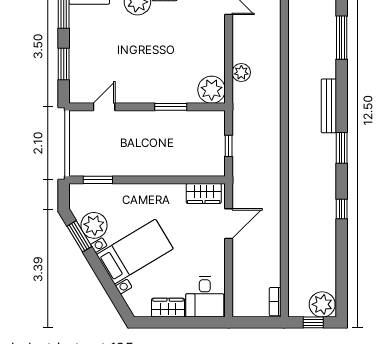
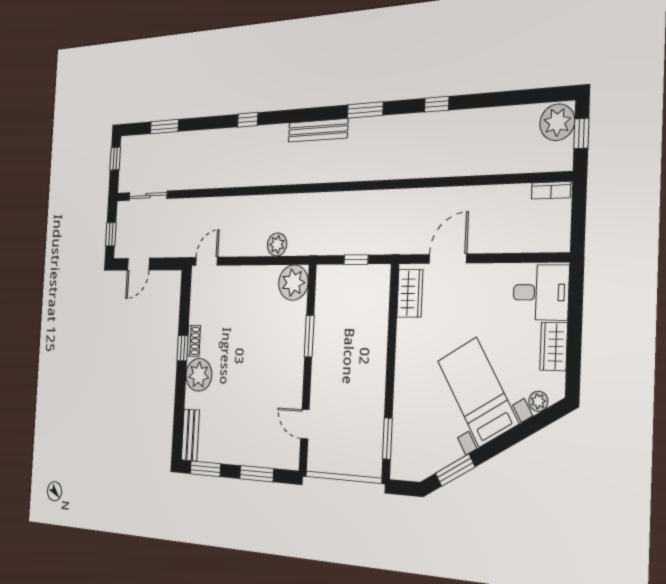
window: (342, 38) -> (248, 120), width x0.46
door: (229, 224) -> (448, 259), hinge flipped
plant: (94, 225) -> (538, 401), moved, width x0.53, depth x0.53

